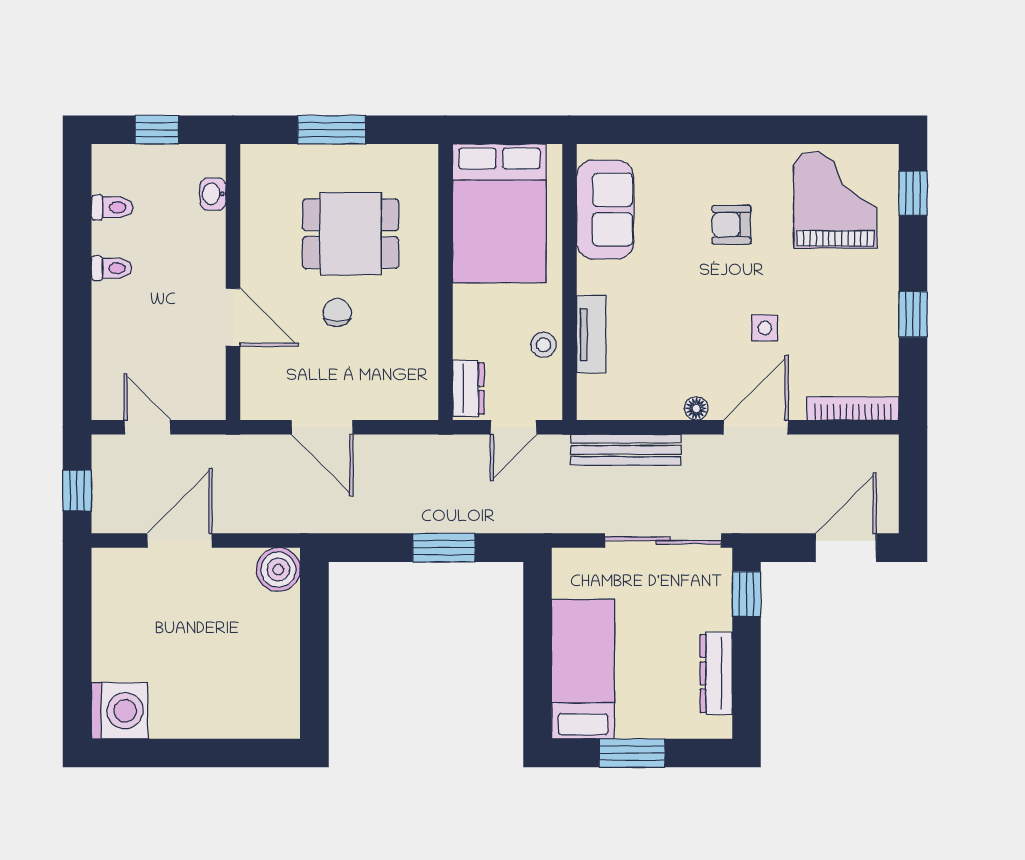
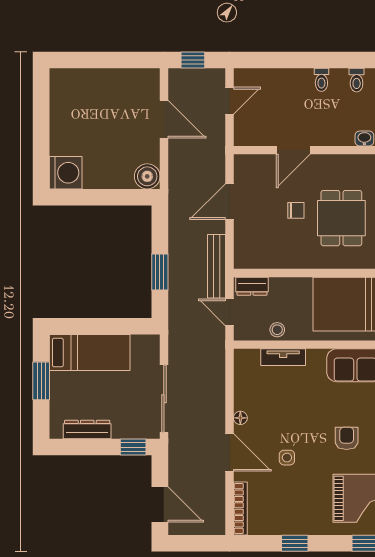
bench: (626, 450) -> (216, 266), moved
washing machine: (119, 711) -> (66, 173), moved, turned -90

